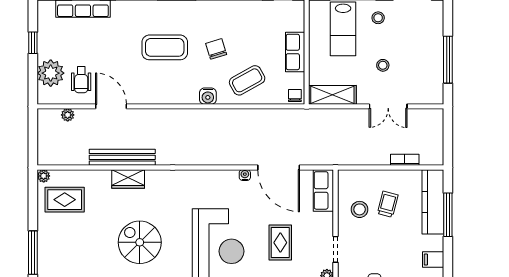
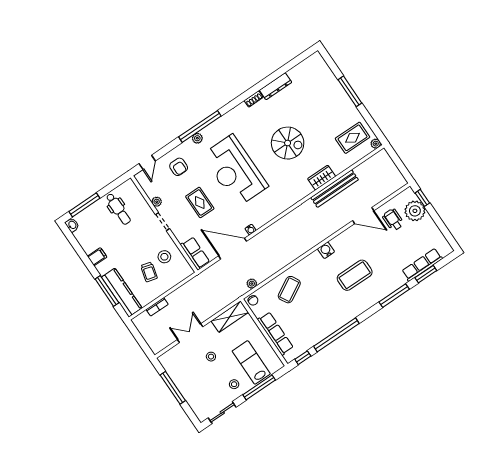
window: (33, 43) -> (422, 198), moved
chair: (216, 49) -> (322, 296), removed
row of seats: (295, 52) -> (275, 334), width x1.48
water cooler: (208, 96) -> (326, 250), moved
plant: (68, 115) -> (252, 284), moved

